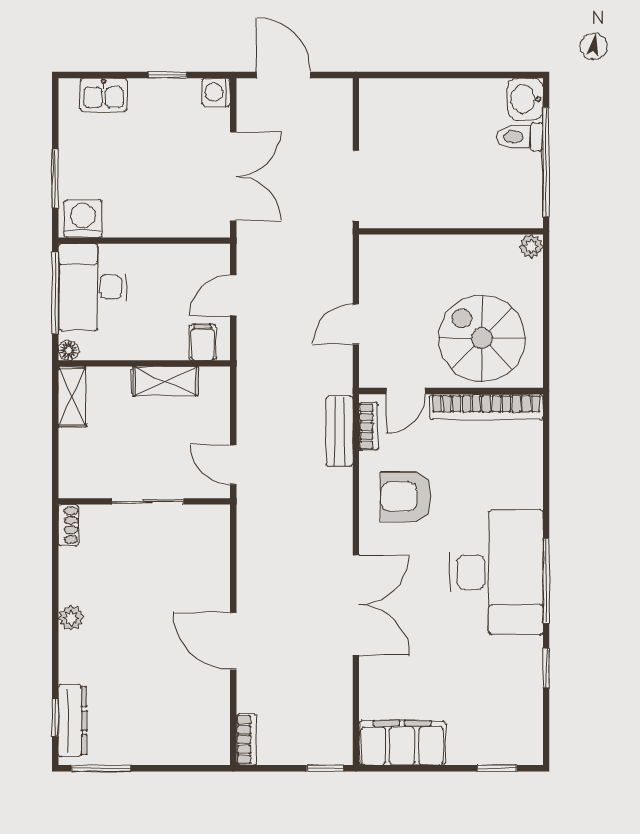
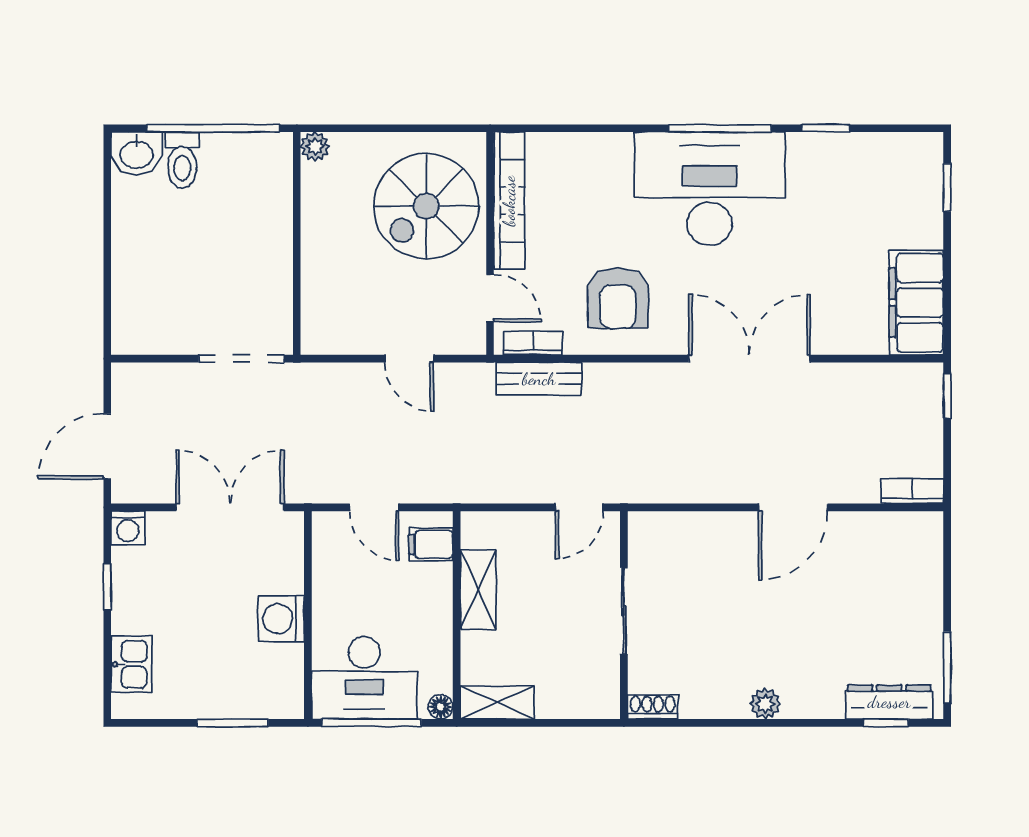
washing machine: (83, 219) -> (281, 619), moved

